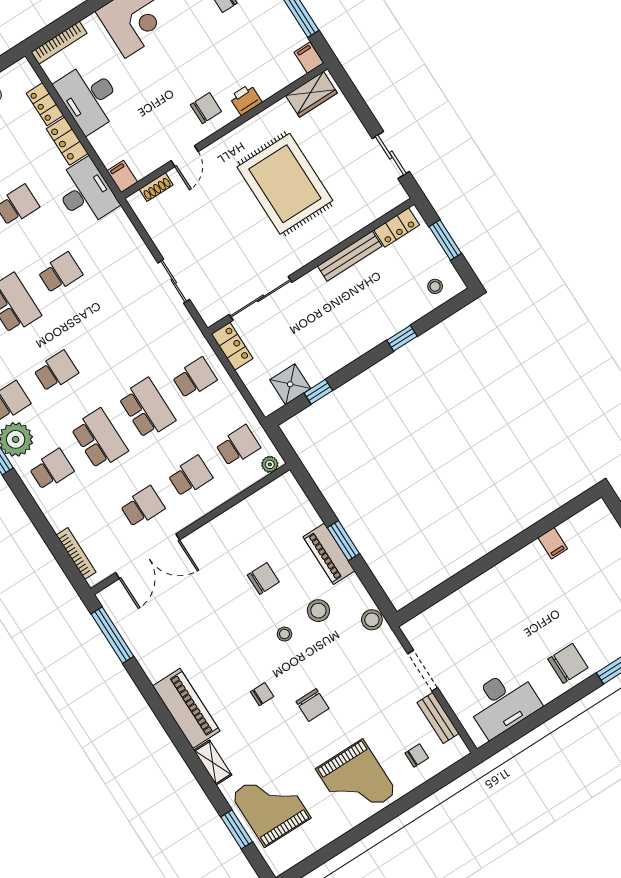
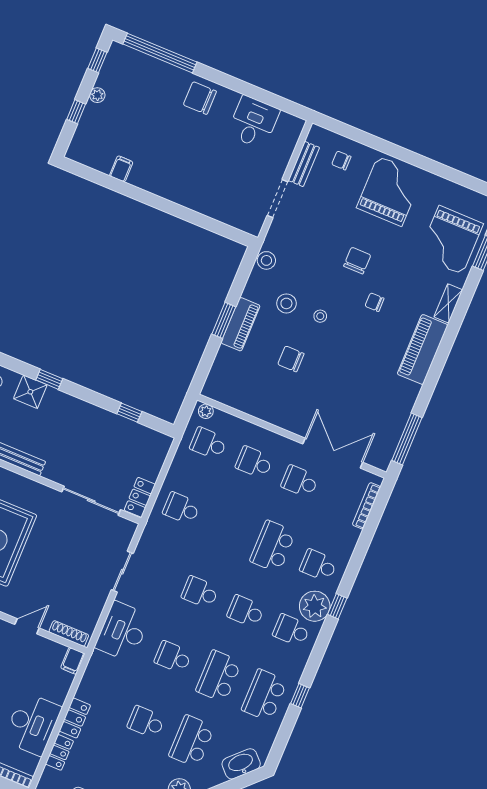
shoe rack: (156, 187) -> (69, 633), width x1.43
desk: (85, 193) -> (123, 631), moved
shower: (290, 384) -> (30, 392), moved
school desk: (147, 409) -> (200, 592), moved, width x0.54
desk: (503, 703) -> (253, 122), width x0.73

